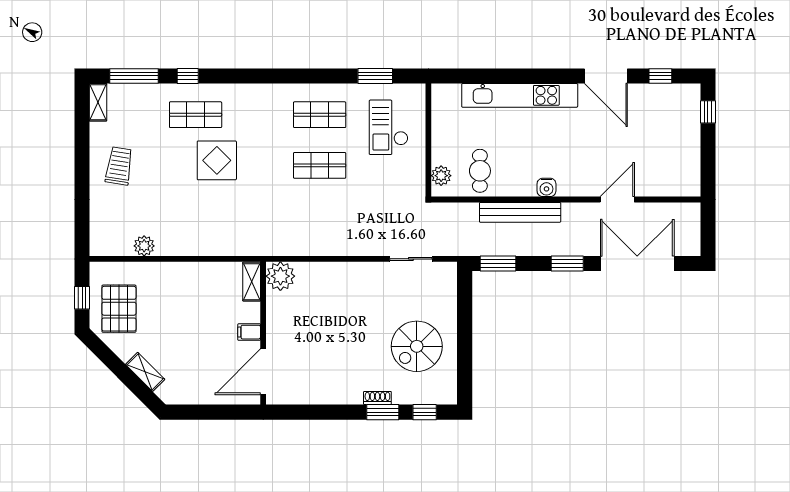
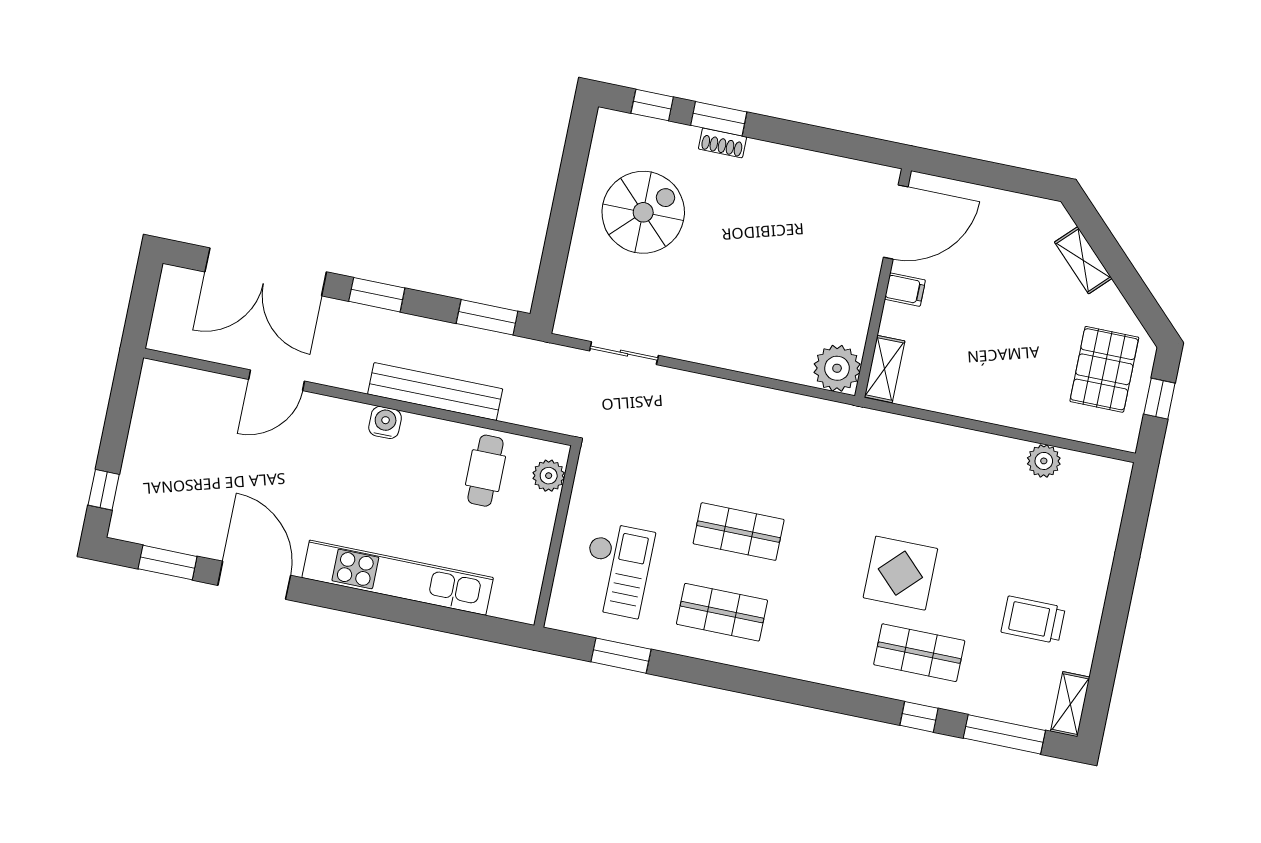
window: (660, 76) -> (168, 563), width x1.50
trolley: (119, 166) -> (1033, 620), moved, turned 81

